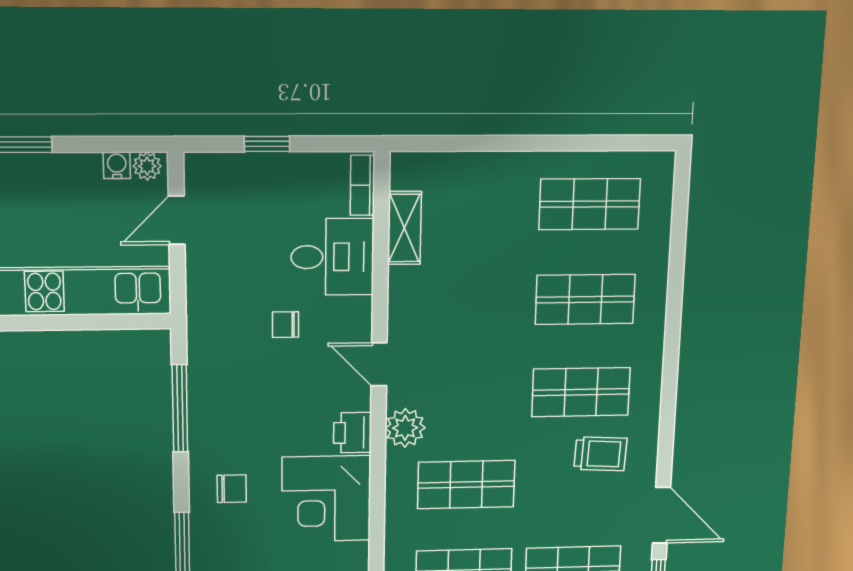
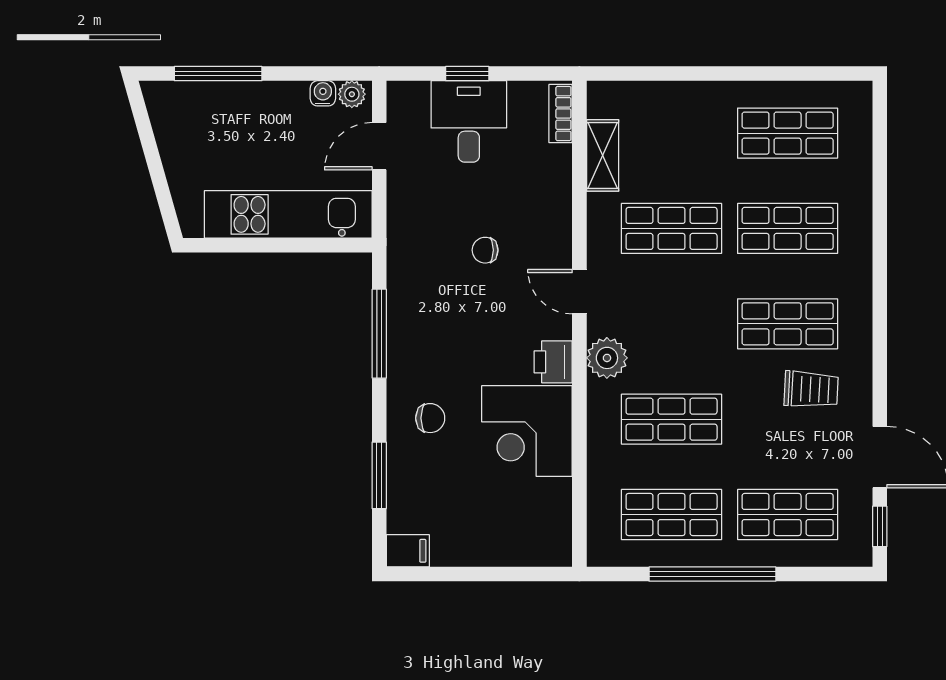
desk: (332, 257) -> (469, 121), moved, turned -90
shop shelf: (471, 301) -> (672, 228), added

